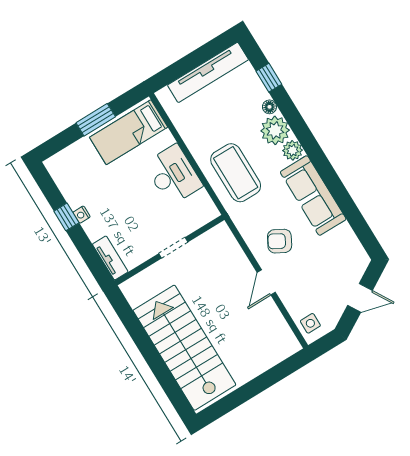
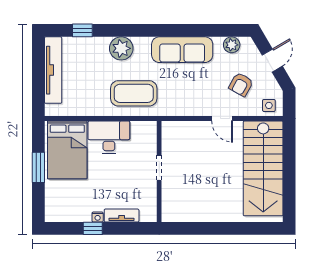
floor lamp: (269, 107) -> (103, 42), removed
bed: (129, 132) -> (67, 150), width x1.50
plant: (293, 150) -> (232, 45), moved
armchair: (280, 241) -> (241, 84), moved
tv unit: (110, 258) -> (122, 216), moved
stairs: (184, 348) -> (263, 168), moved, turned -90

